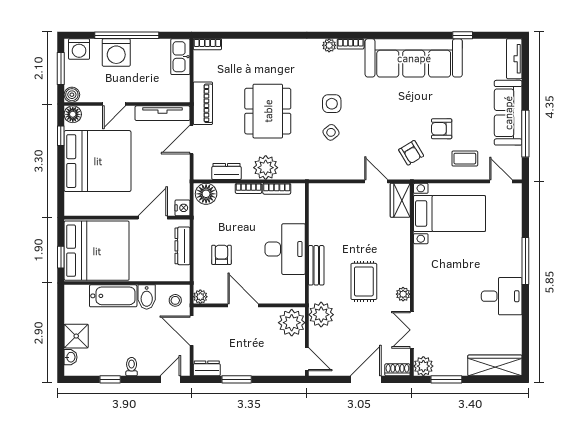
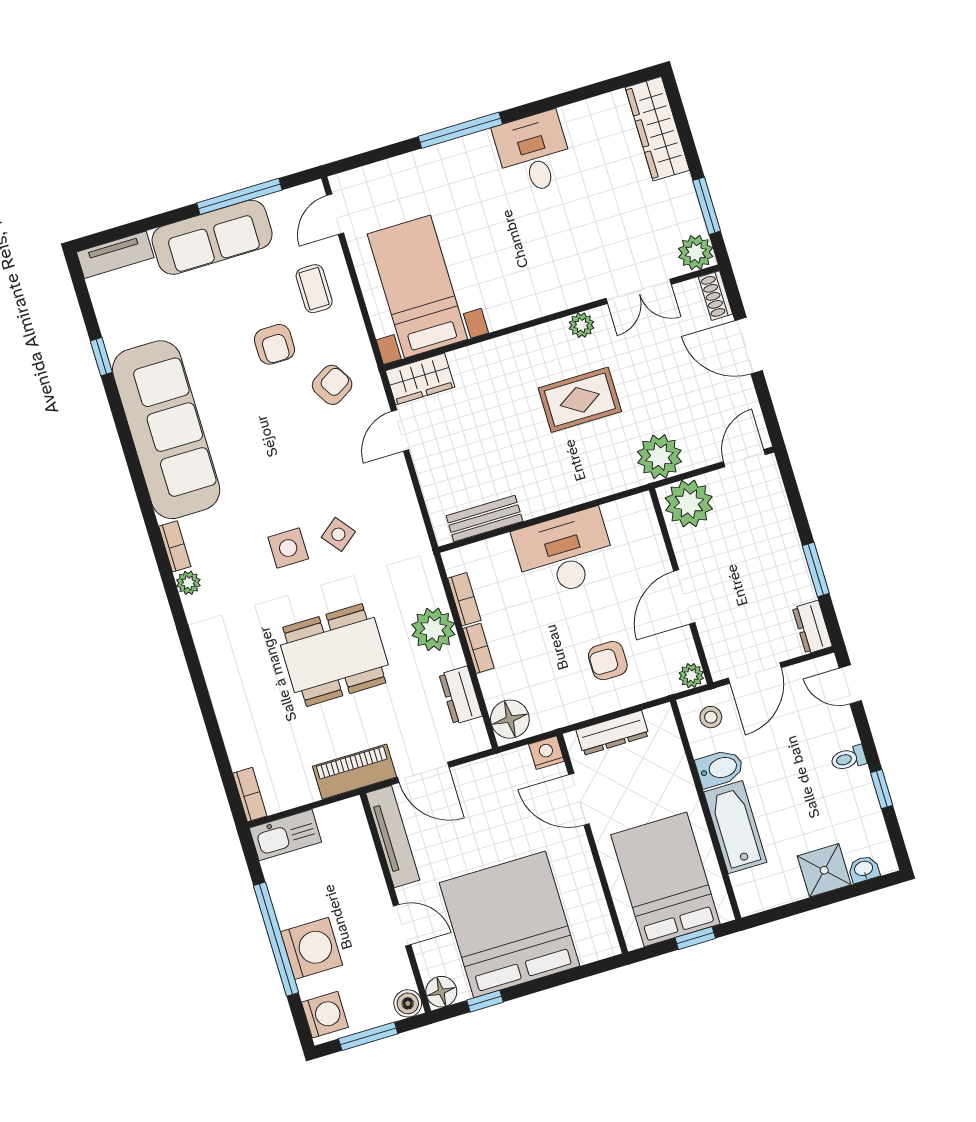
bed: (97, 251) -> (665, 879), width x0.73
bench: (316, 265) -> (484, 519), moved

